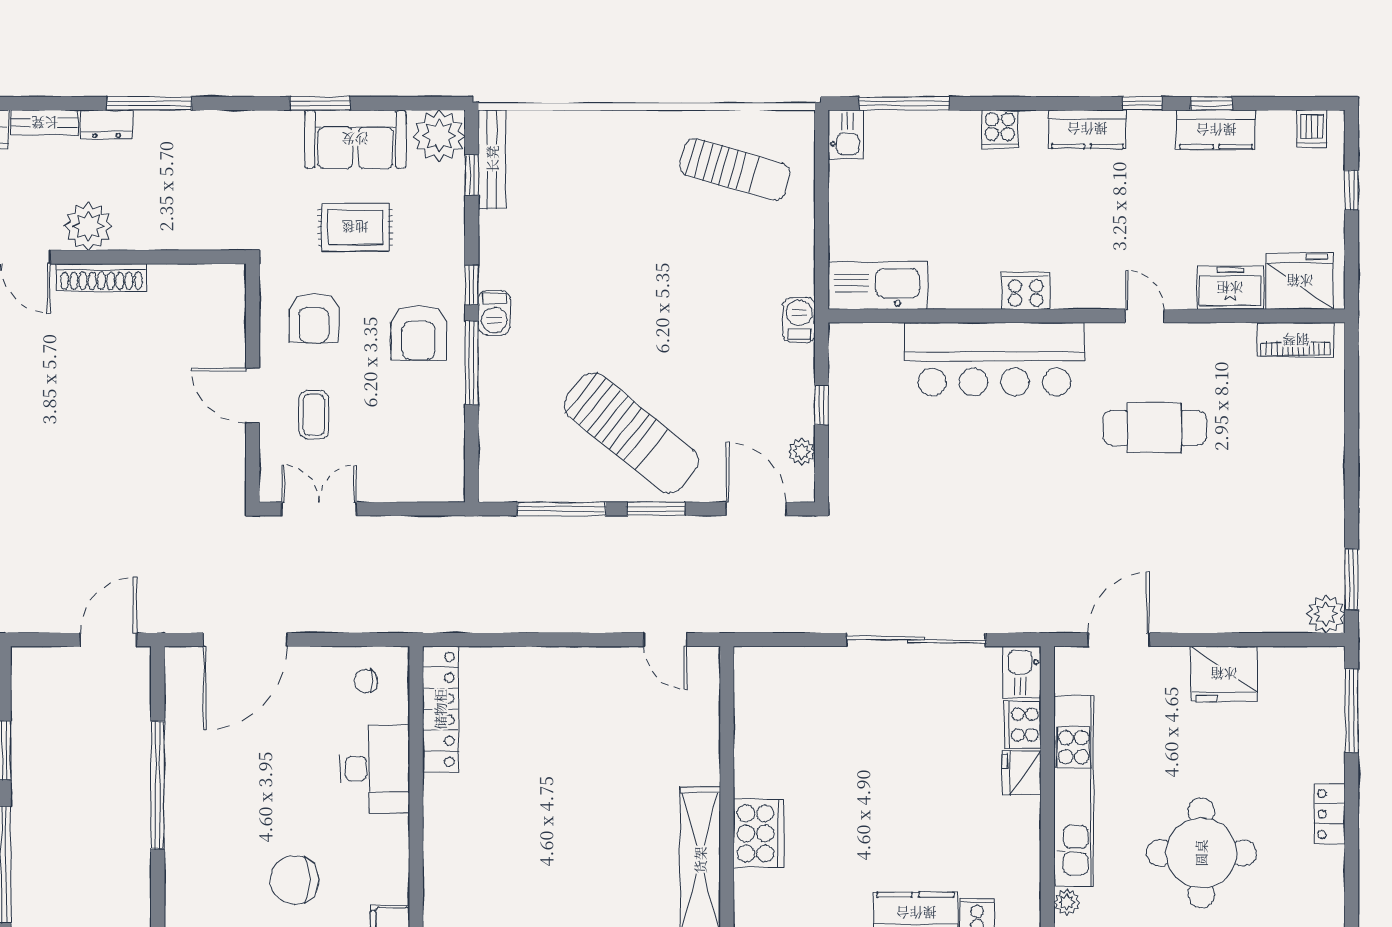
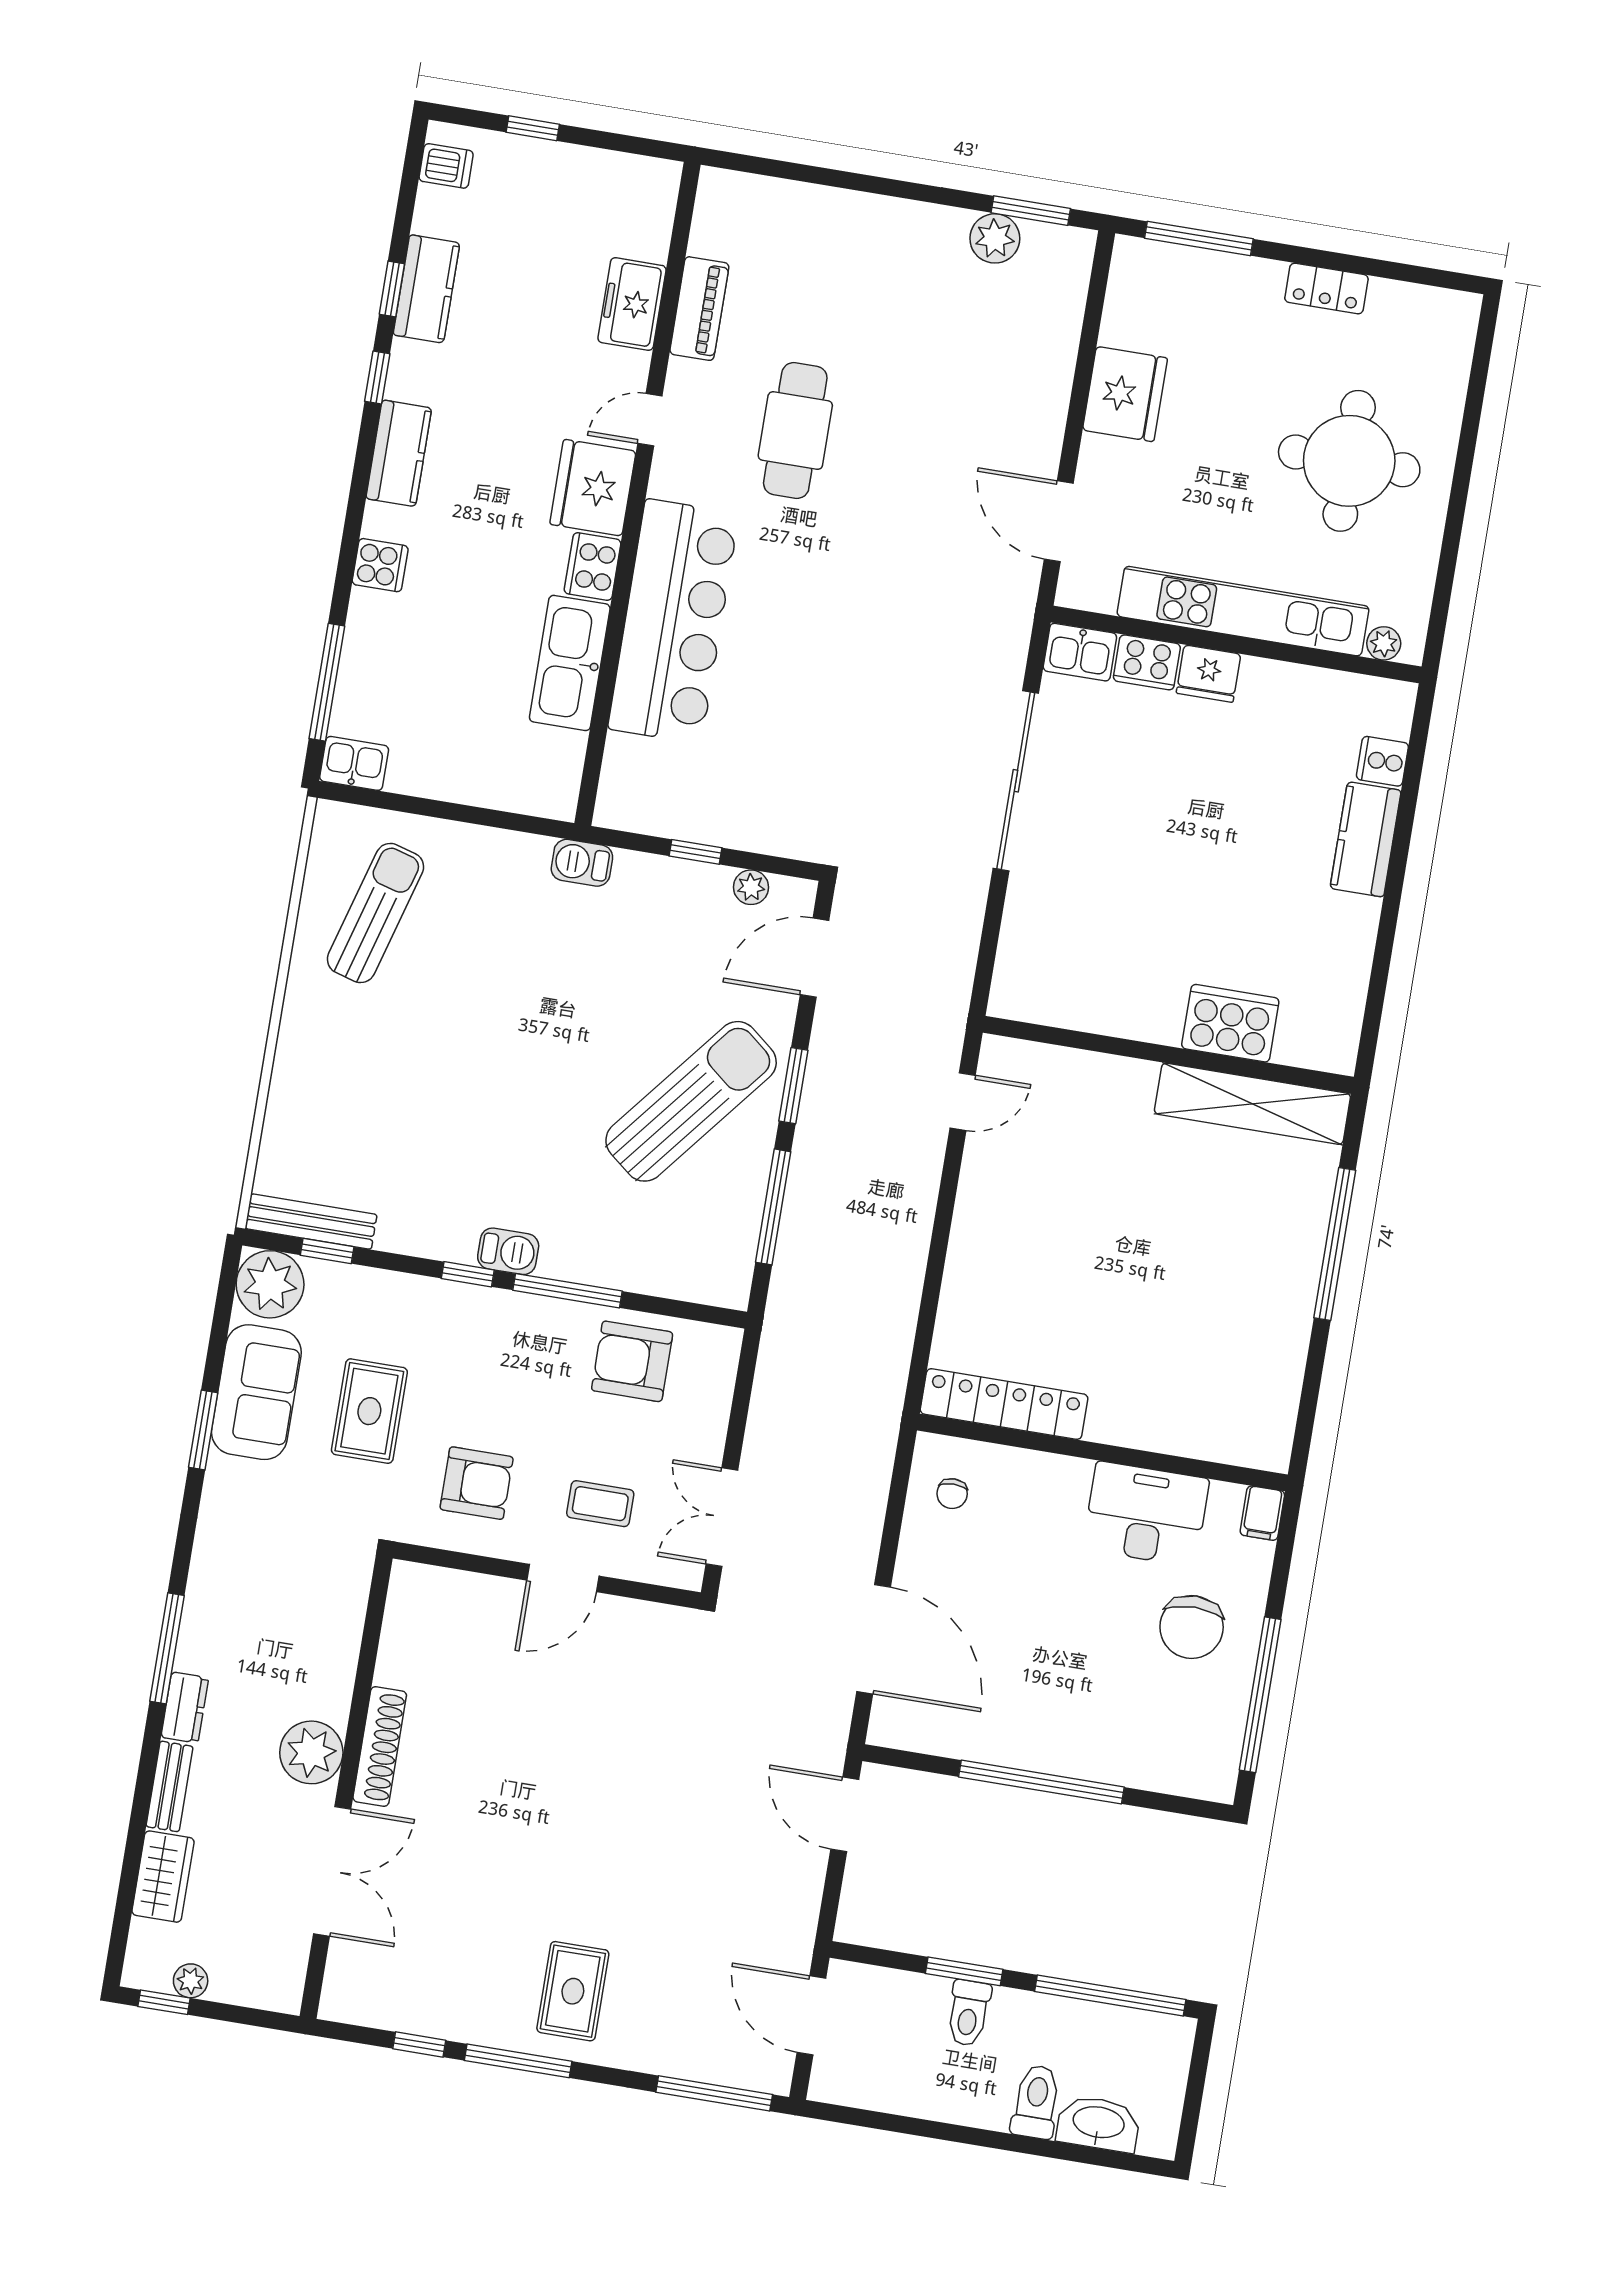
fridge: (1300, 281) -> (593, 488), moved
kitchen sink: (878, 286) -> (570, 663), moved
armchair: (419, 333) -> (632, 1361), moved, turned 180
piano: (1296, 340) -> (699, 309), moved
plant: (1326, 614) -> (995, 238), moved
desk: (375, 769) -> (1146, 1514), moved

